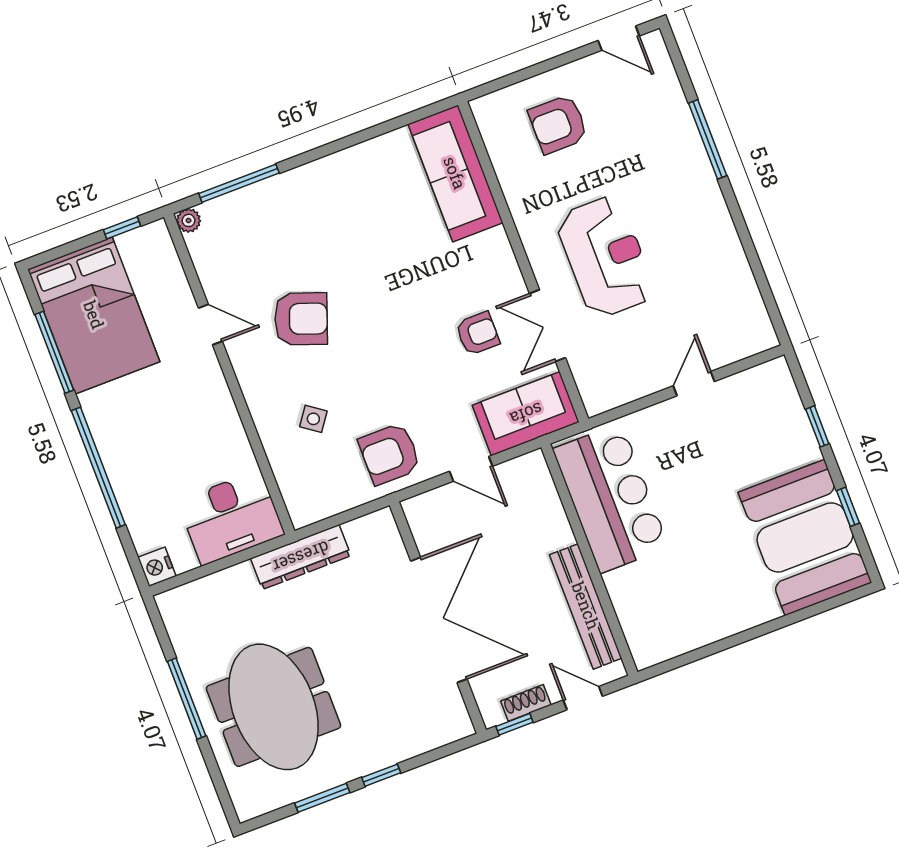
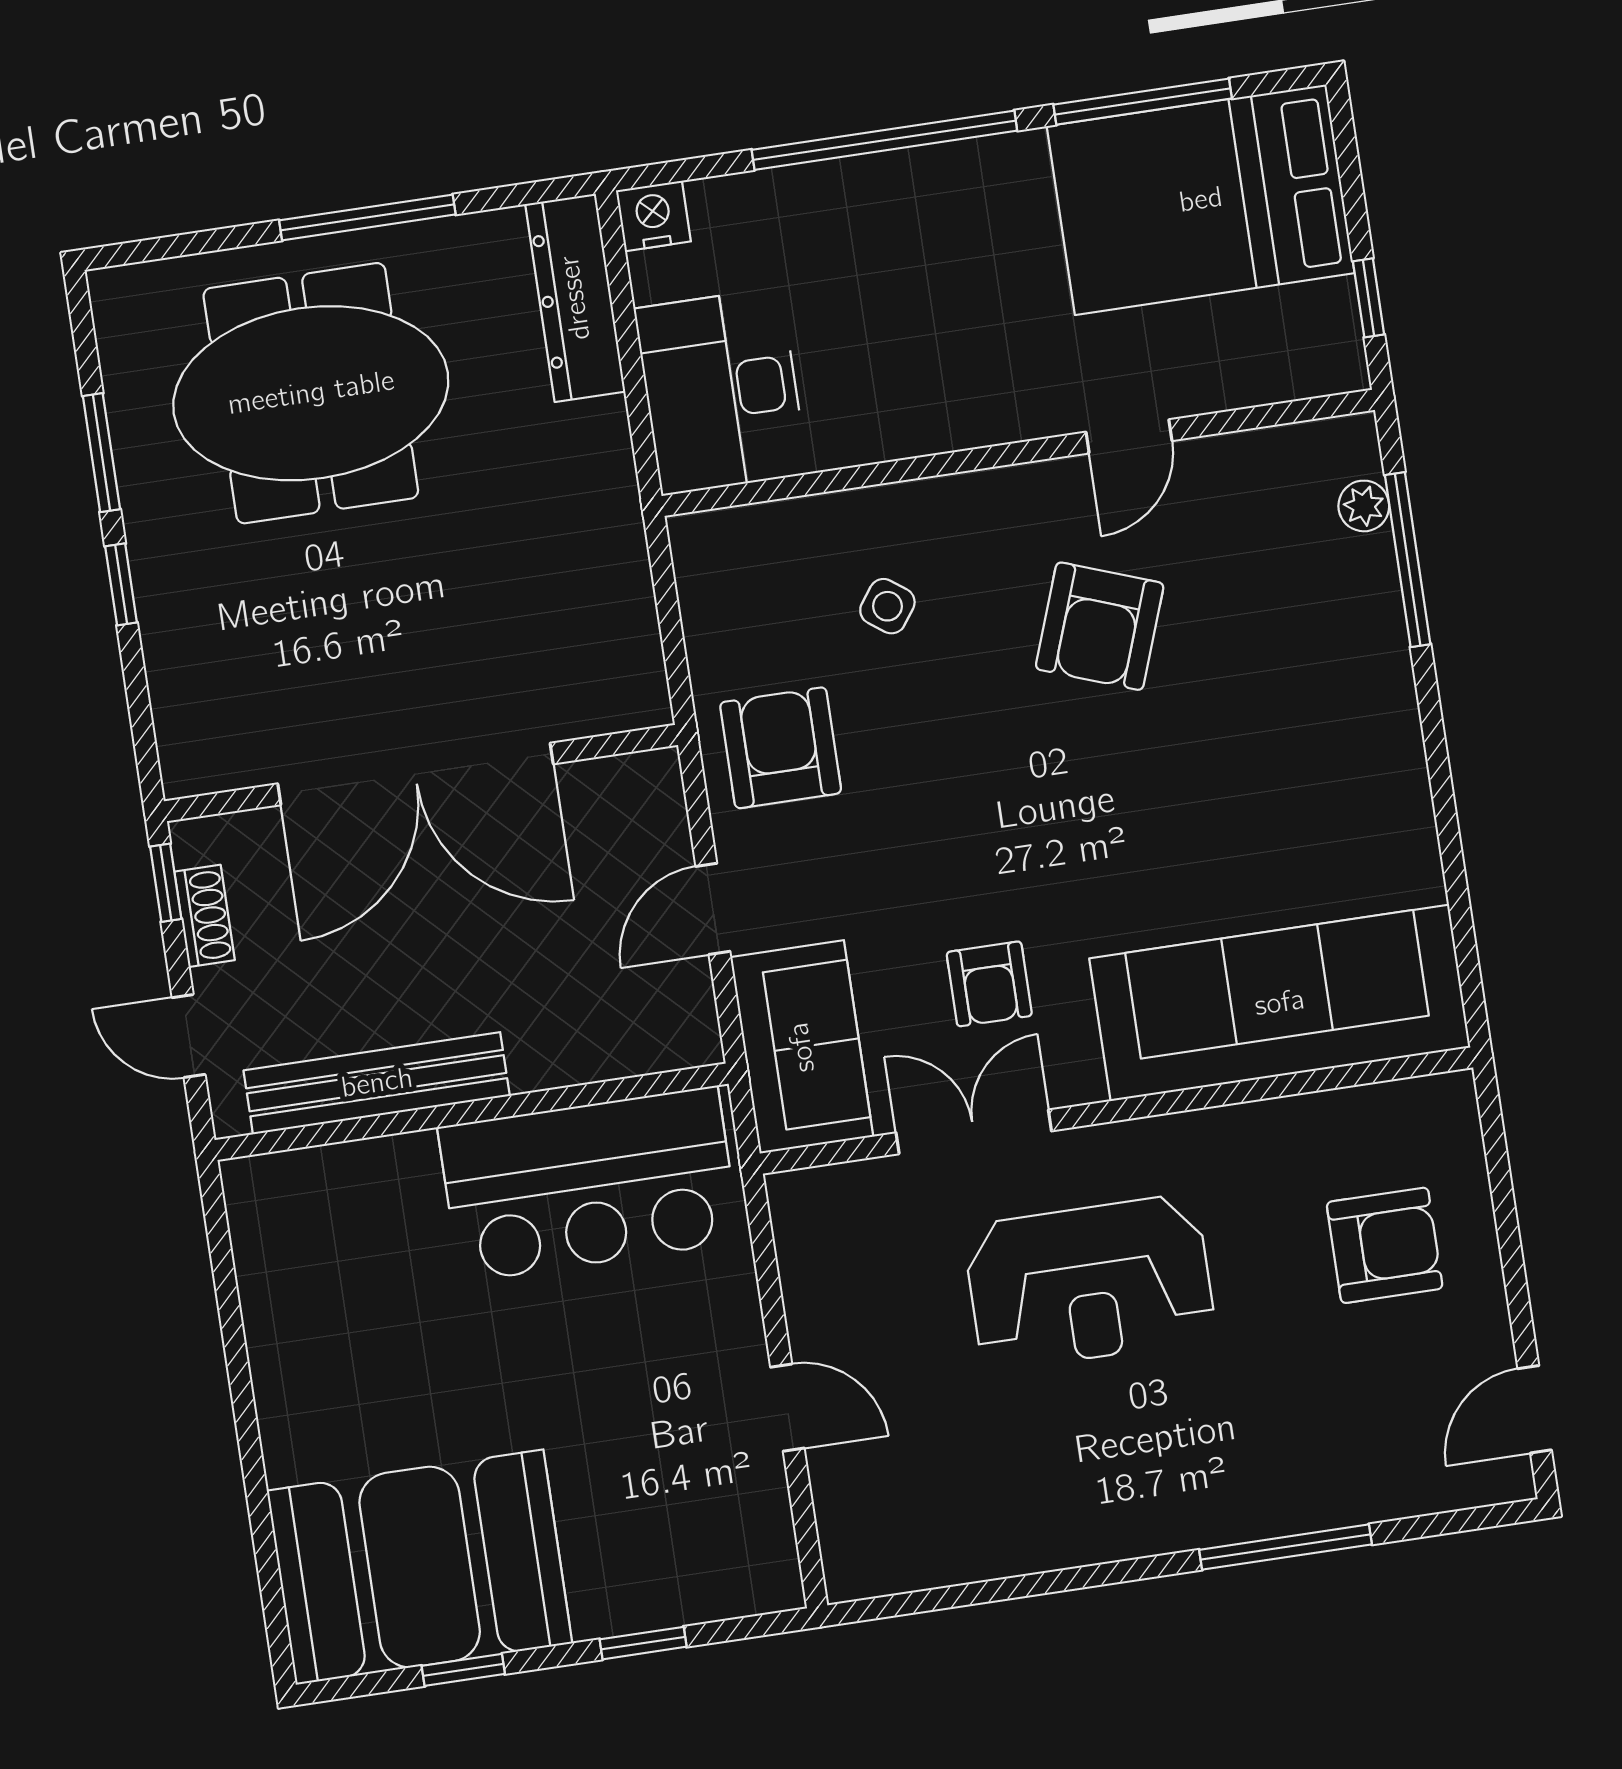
armchair: (558, 124) -> (1385, 1245), turned 90
sofa: (455, 173) -> (1280, 1003), width x1.36, depth x1.27
plant: (189, 220) -> (1364, 506), moved
dresser: (301, 557) -> (575, 298), moved
door: (583, 698) -> (189, 1036), swing flipped

